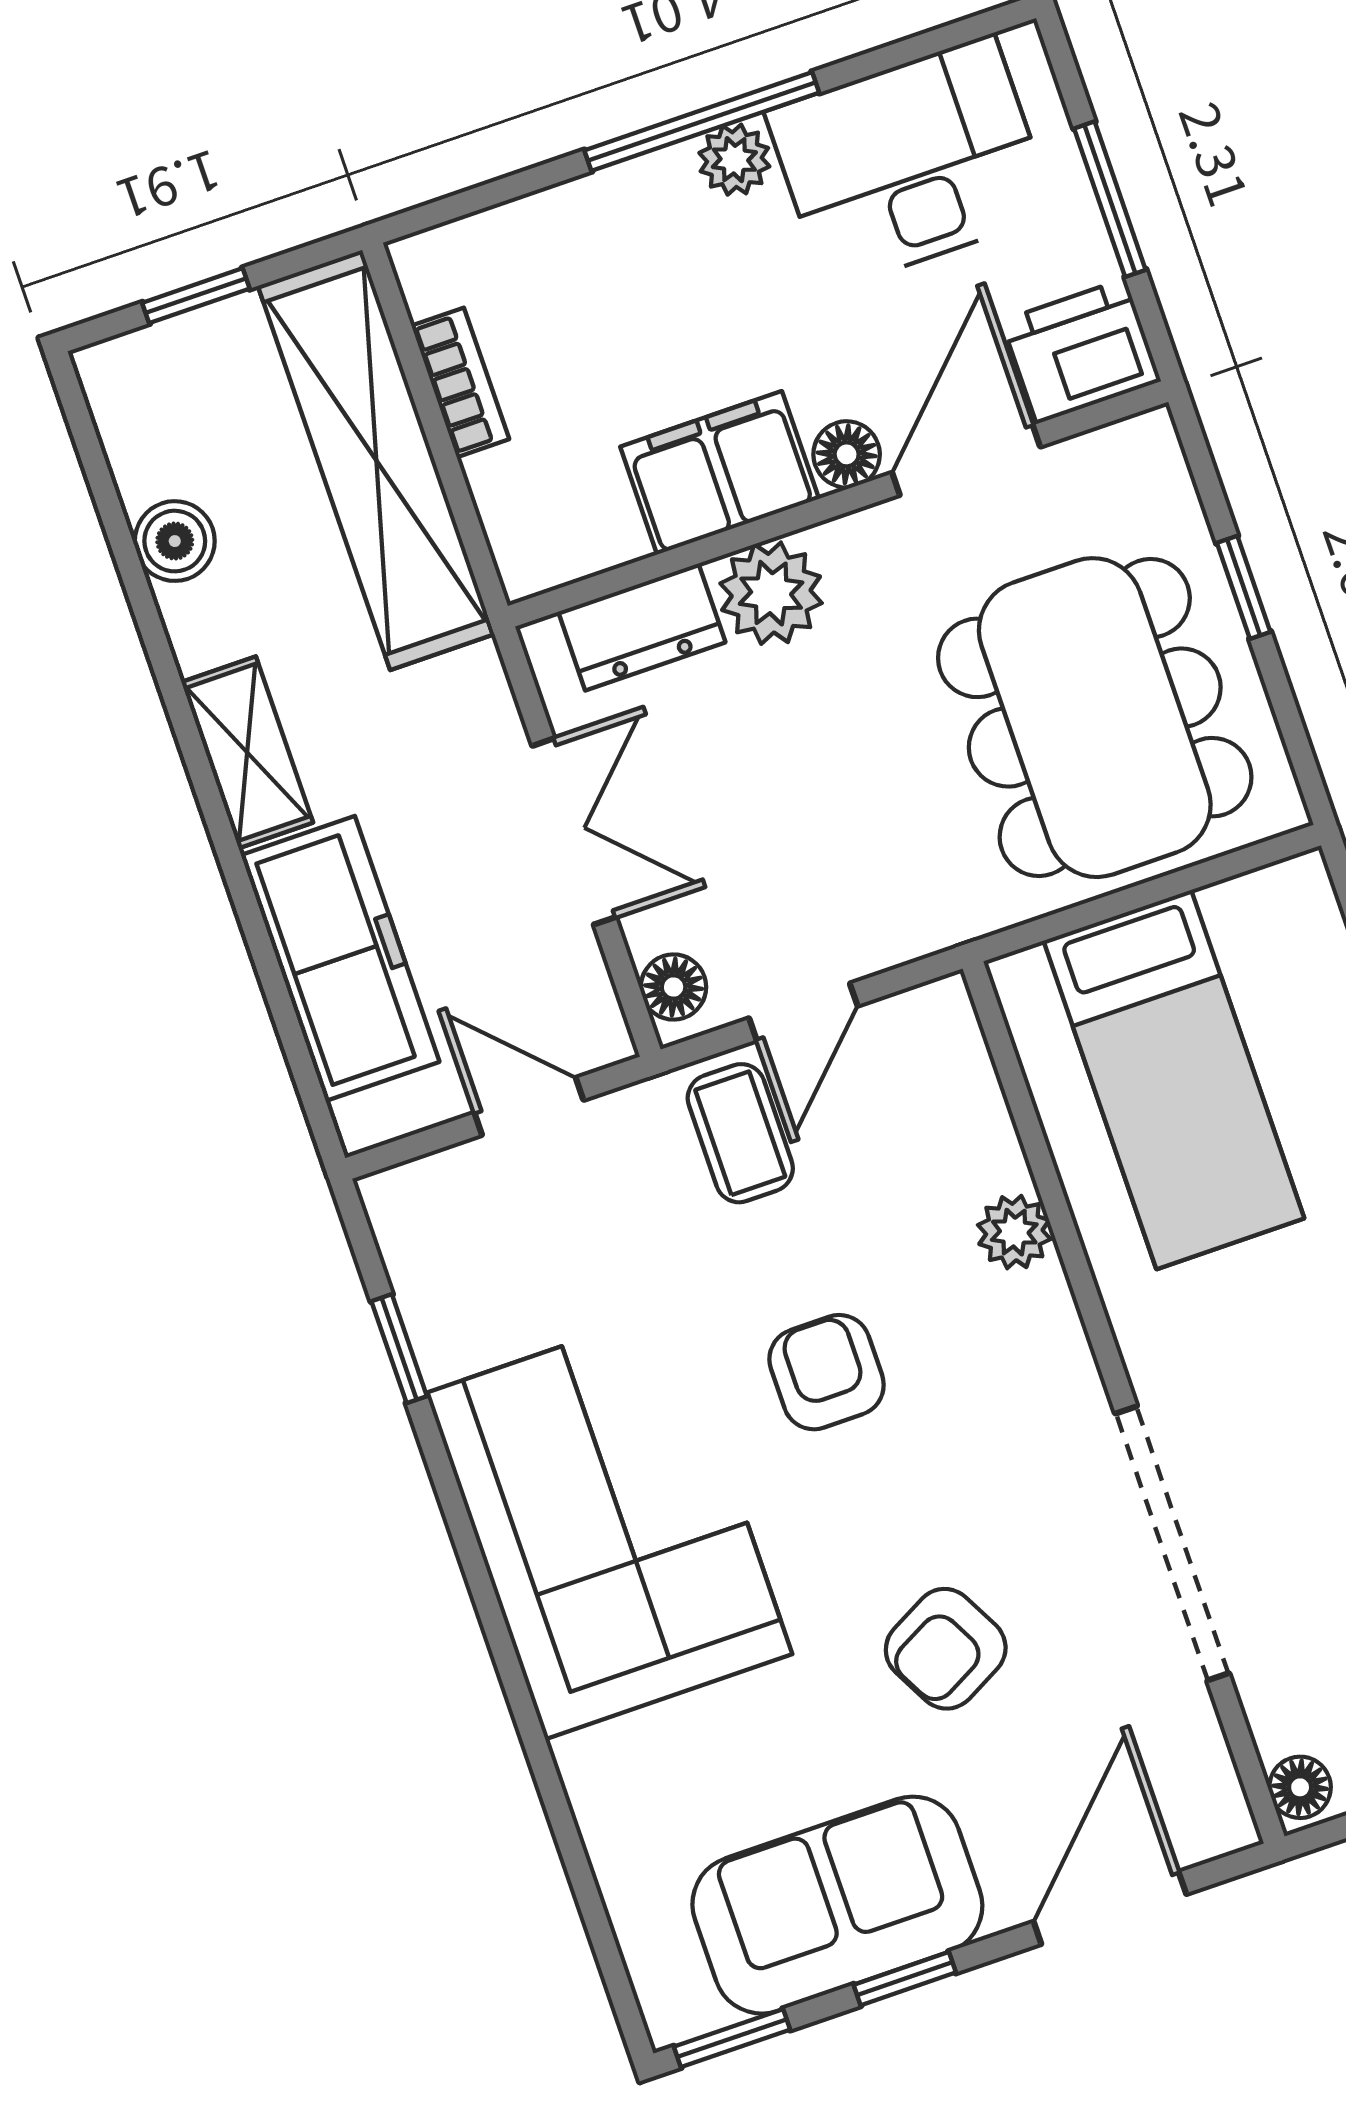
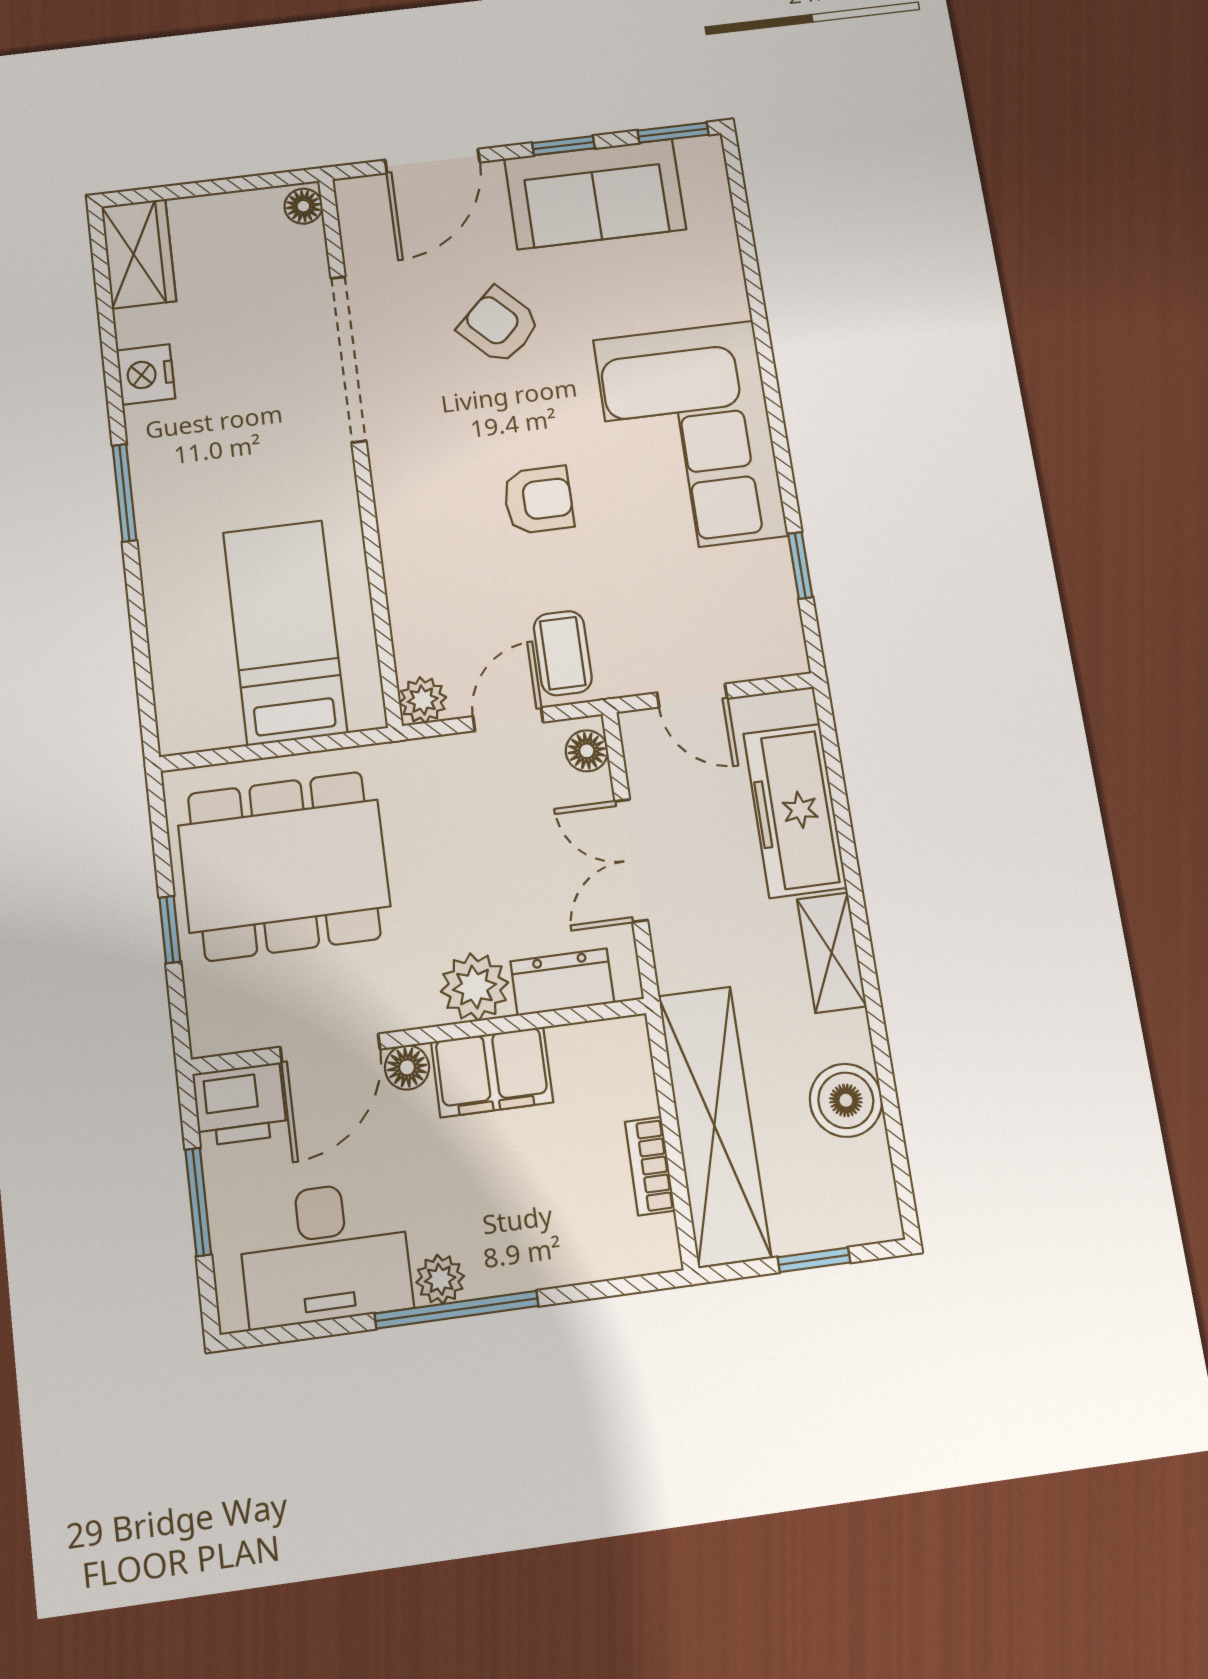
boiler: (175, 541) -> (846, 1100), width x1.36, depth x1.36
dining table: (1095, 718) -> (284, 866), turned 90
plant: (1014, 1232) -> (423, 700), moved
armchair: (827, 1372) -> (538, 500), turned -90
armchair: (946, 1649) -> (499, 325), turned -106

